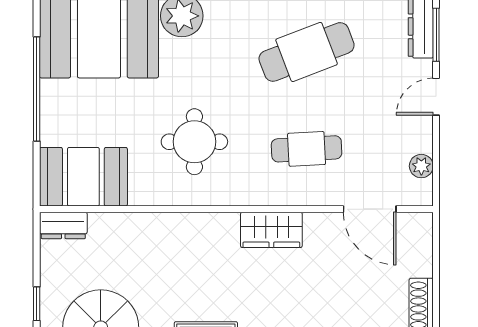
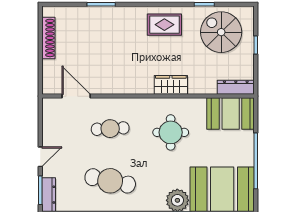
cafe table: (307, 52) -> (110, 181), turned 33
plant: (421, 166) -> (48, 119), removed
dresser: (63, 225) -> (236, 87), width x1.44
wardrobe: (271, 230) -> (171, 85), moved

